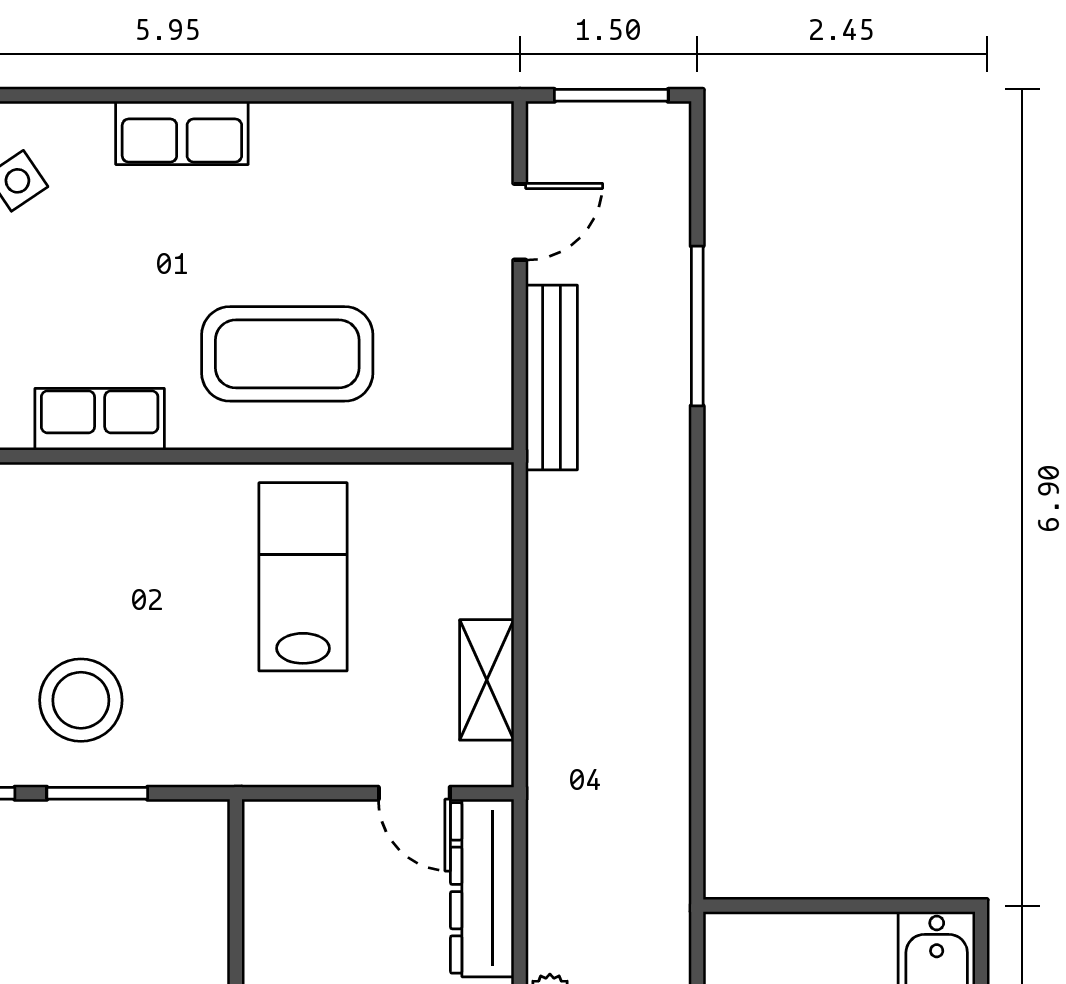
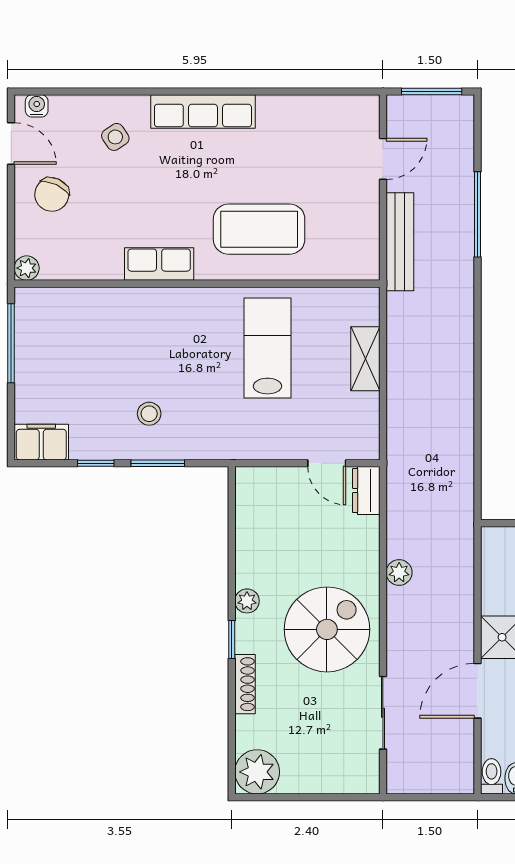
row of seats: (182, 133) -> (203, 111), width x1.48
shelving: (487, 680) -> (365, 359), moved
stool: (81, 700) -> (149, 414), width x0.53, depth x0.53
dresser: (482, 888) -> (366, 491), width x0.51, depth x0.80

